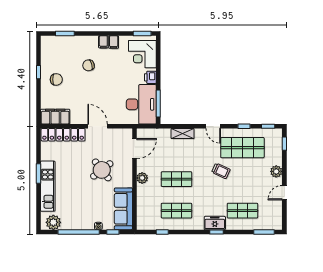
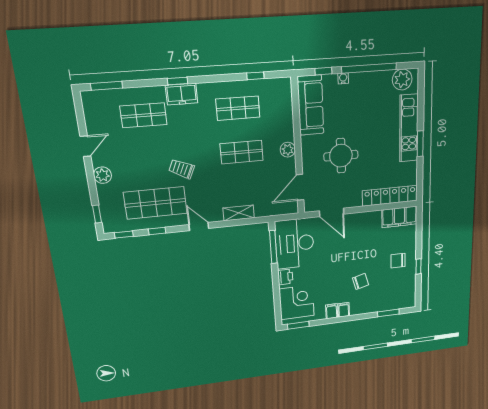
door: (98, 126) -> (332, 212), moved
round table: (102, 170) -> (341, 156), turned 38

